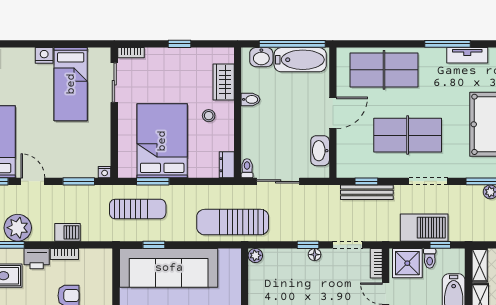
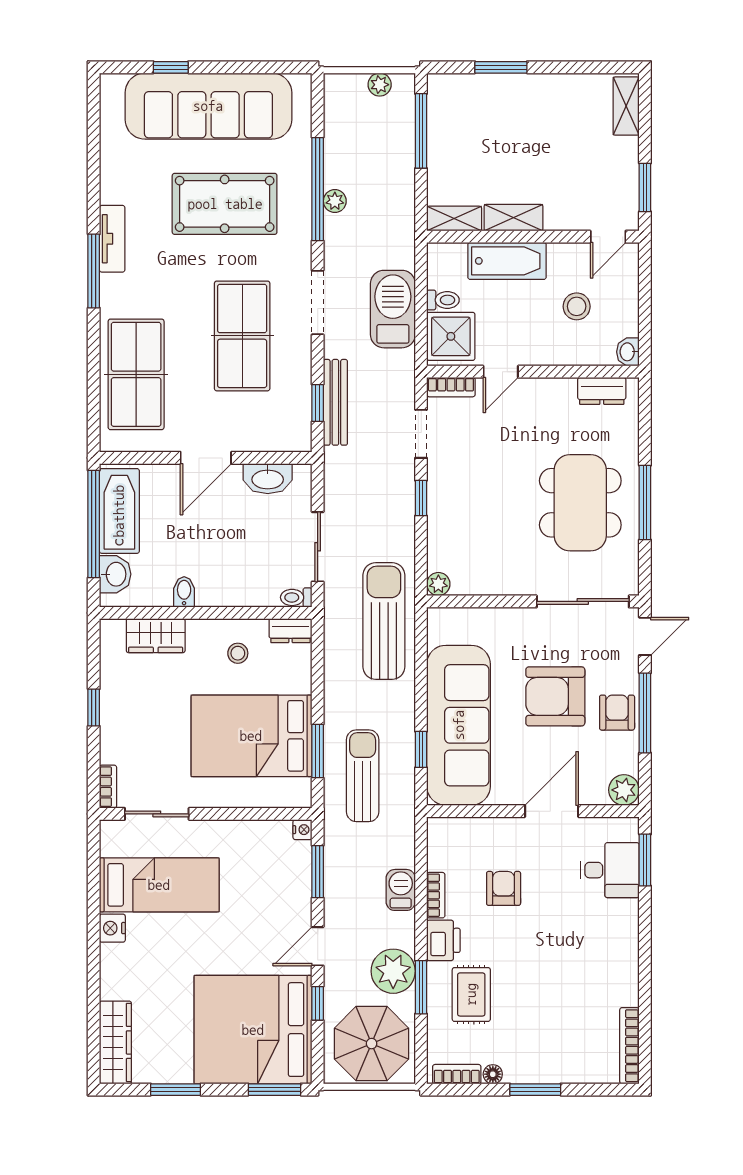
door: (333, 113) -> (206, 458), swing flipped
stool: (209, 116) -> (238, 653), moved
sun lounger: (233, 222) -> (384, 621), turned 180
window: (440, 245) -> (421, 283), removed
floor lamp: (315, 255) -> (437, 487), removed

